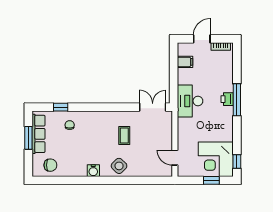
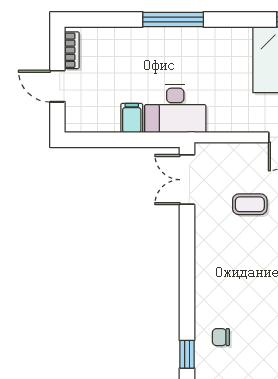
filing cabinet: (185, 62) -> (132, 118), moved
printer: (227, 99) -> (172, 38), removed
coffee table: (124, 136) -> (250, 204), moved

